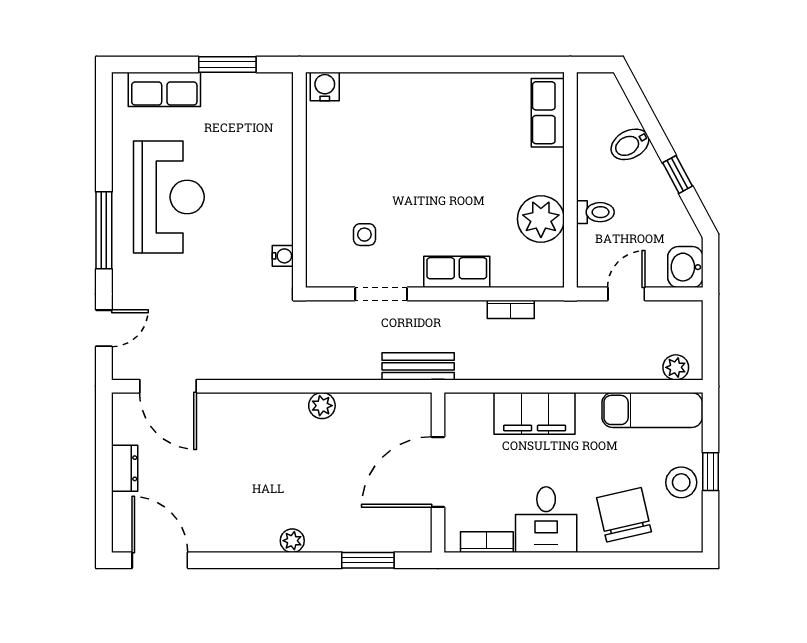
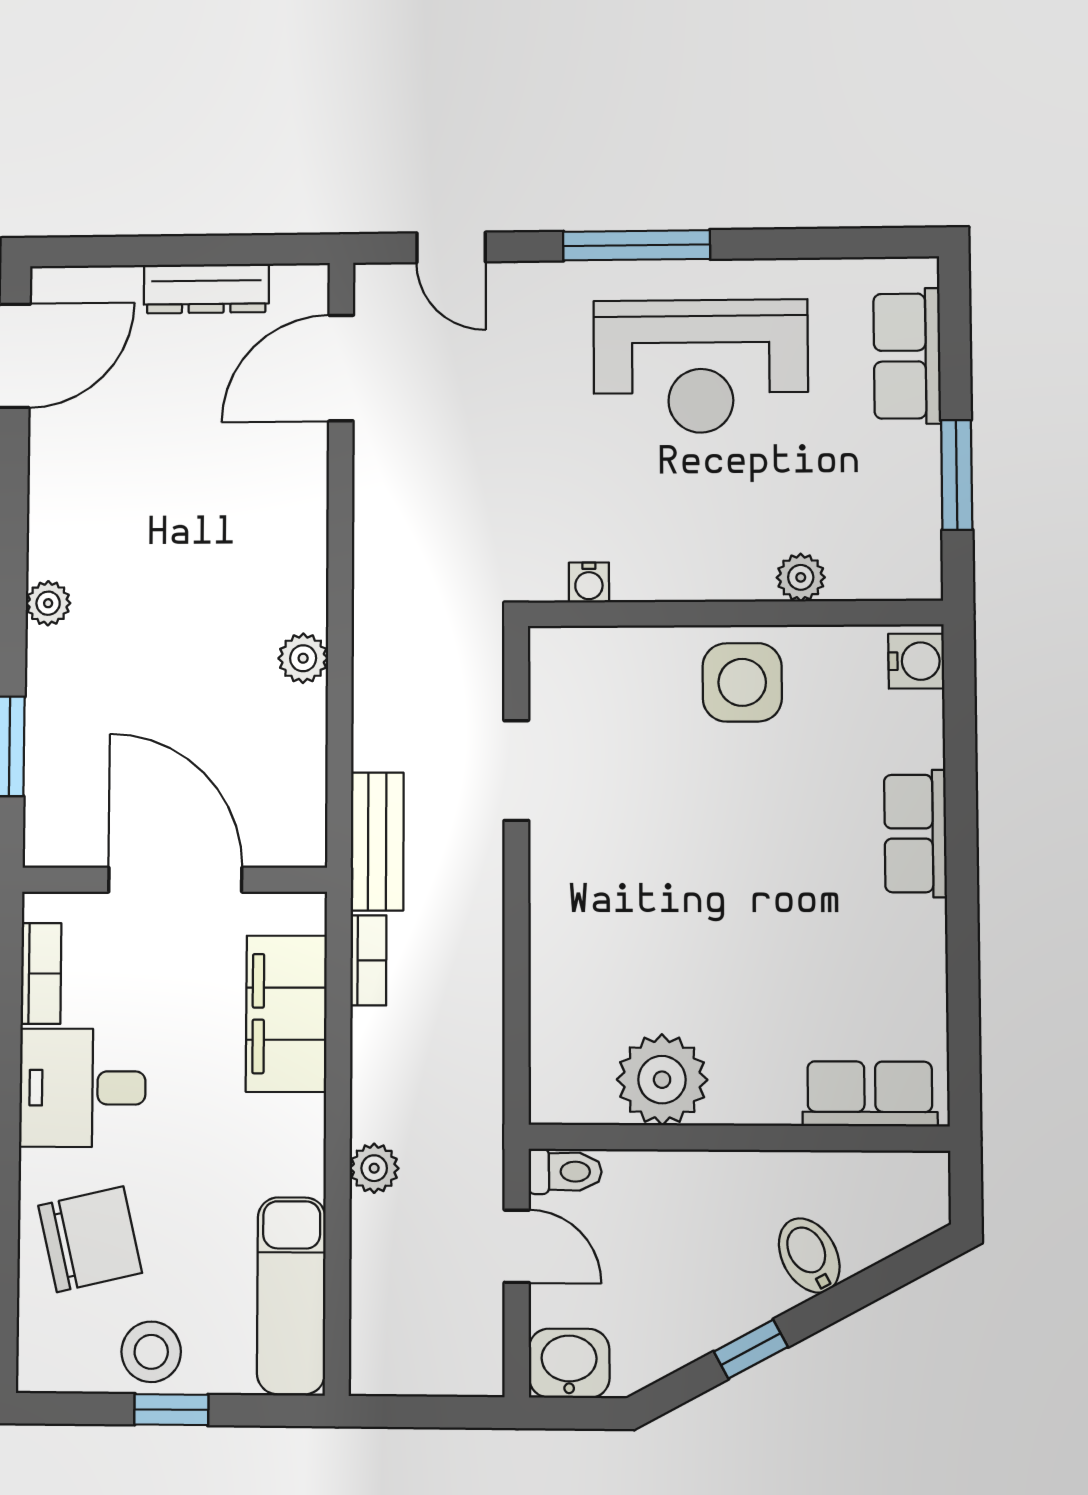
plant: (281, 146) -> (801, 577), added
toilet: (595, 212) -> (565, 1172), moved, turned -90
side table: (364, 235) -> (742, 682), moved, width x1.87, depth x1.87
row of seats: (457, 272) -> (915, 834), moved, turned 180
bookcase: (511, 309) -> (368, 960), moved, turned 180
plant: (676, 367) -> (374, 1168), moved
filing cabinet: (535, 413) -> (286, 1014), moved
dresser: (125, 468) -> (206, 289), width x1.44

